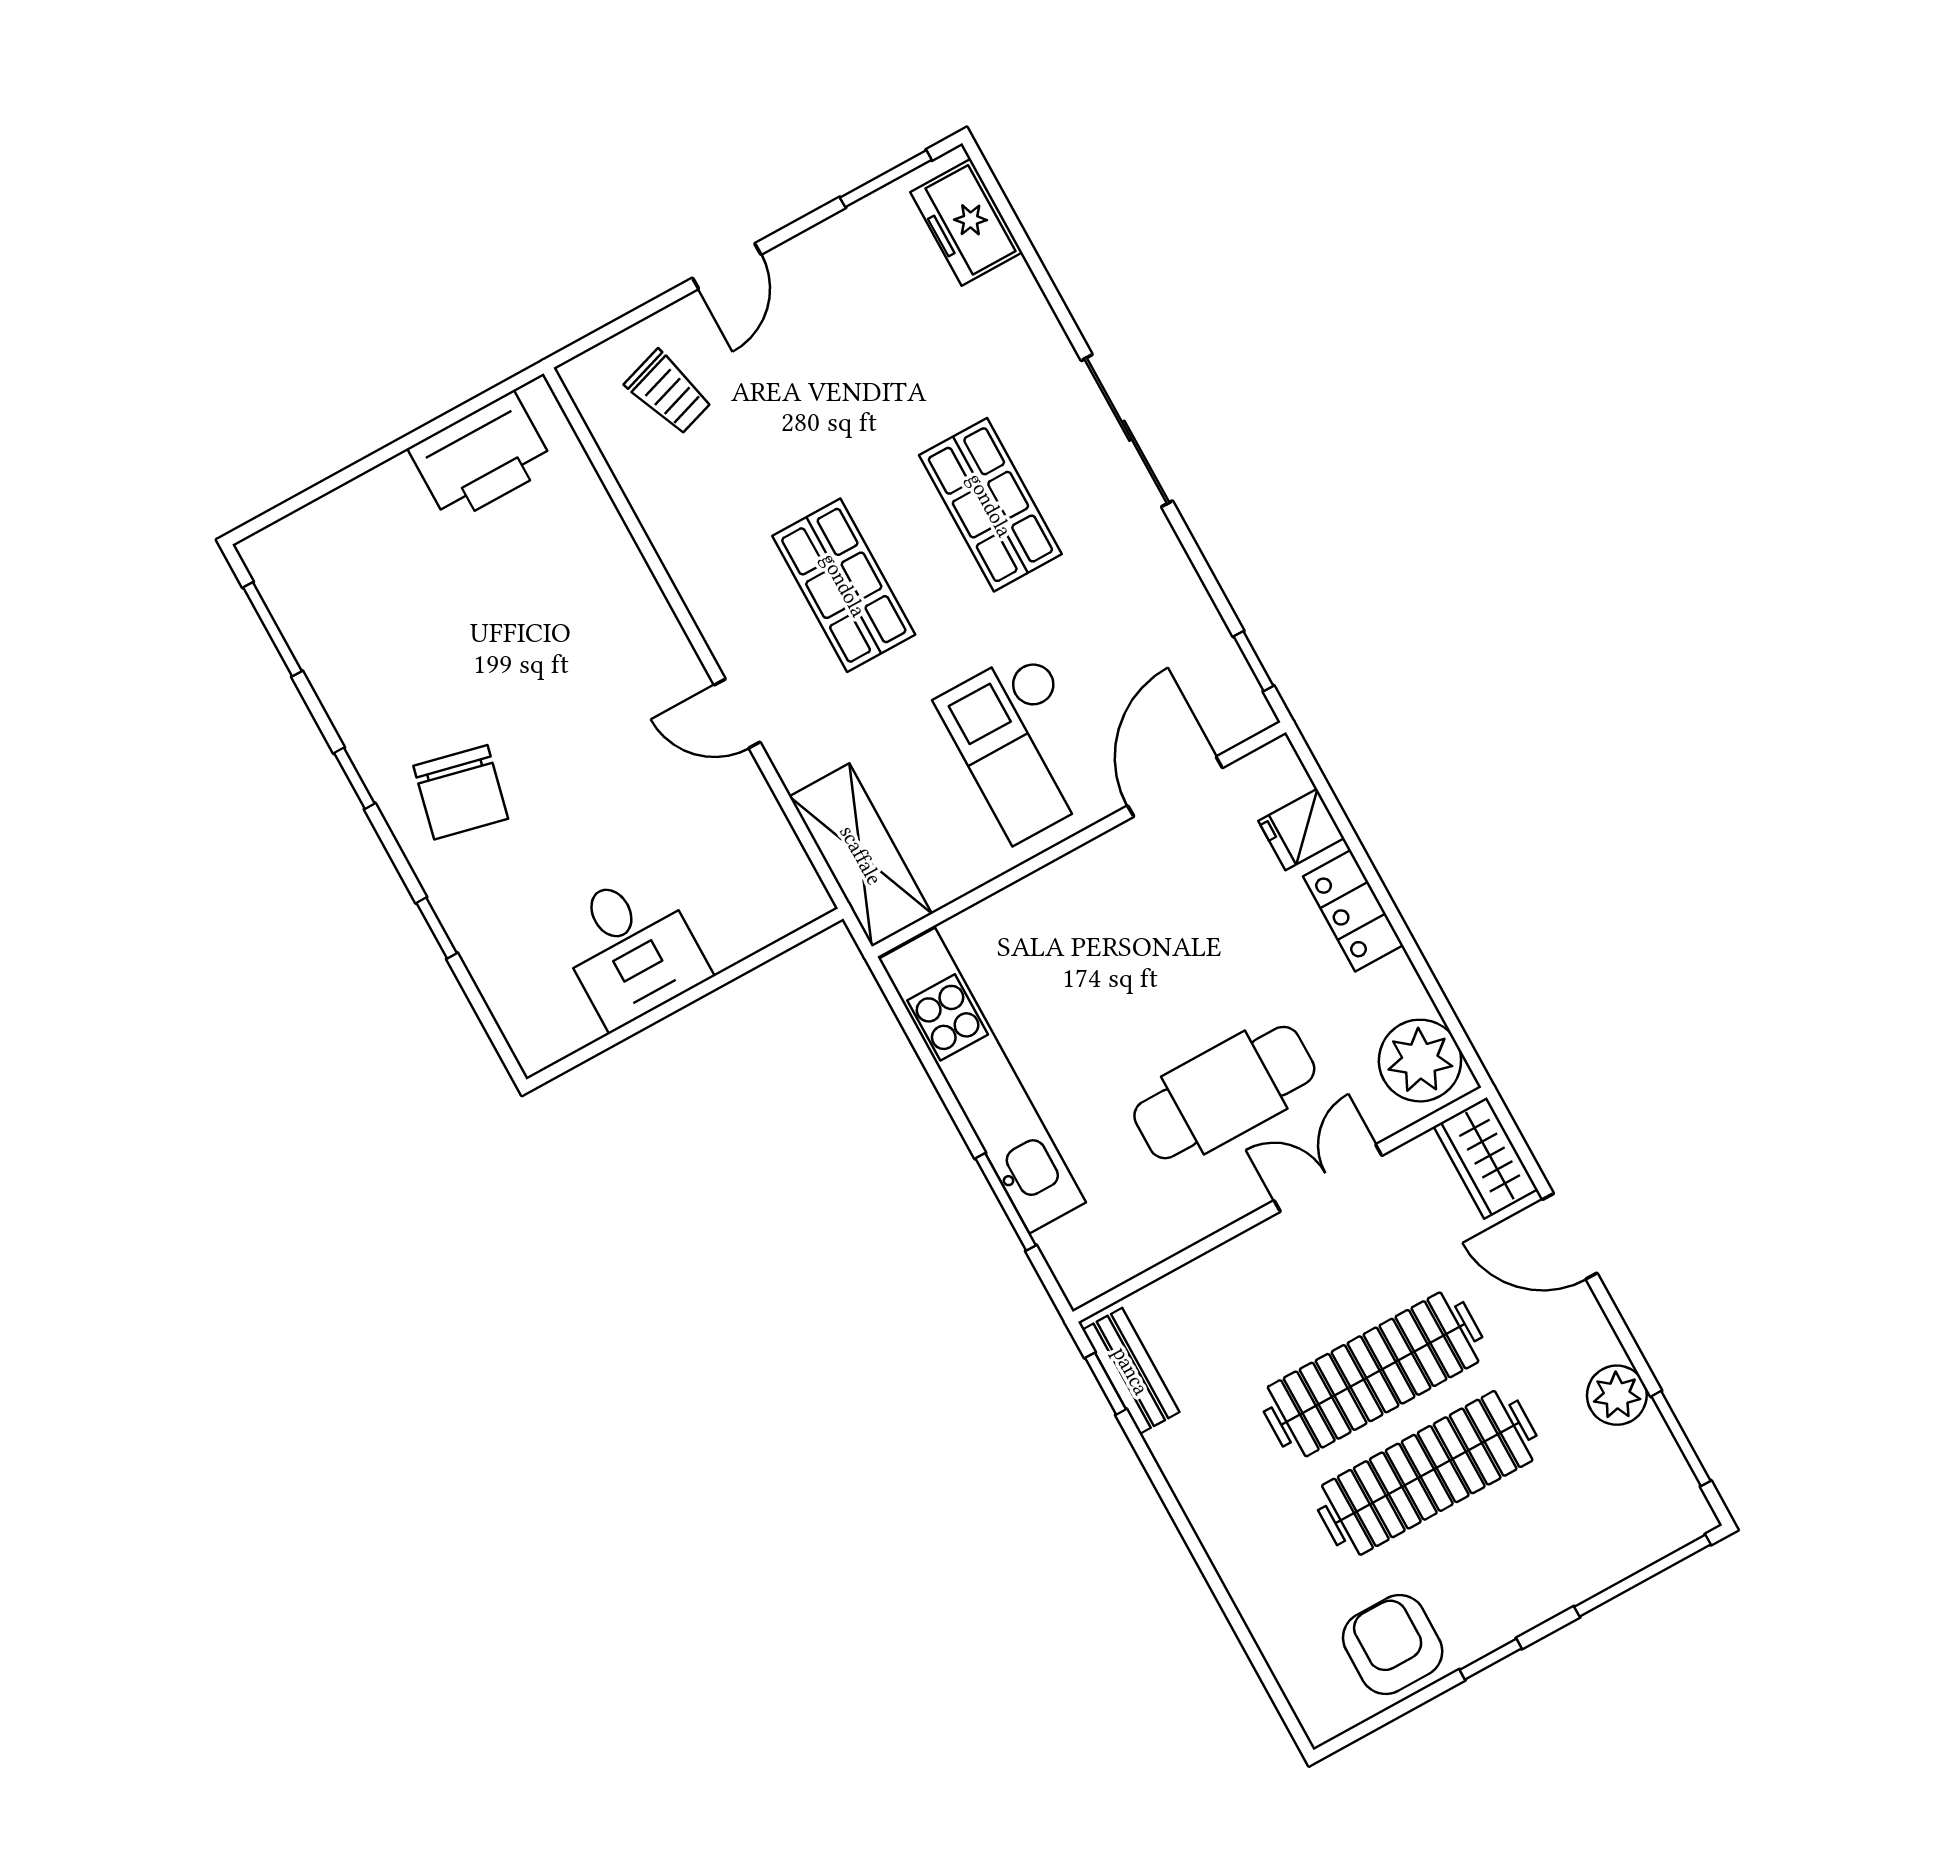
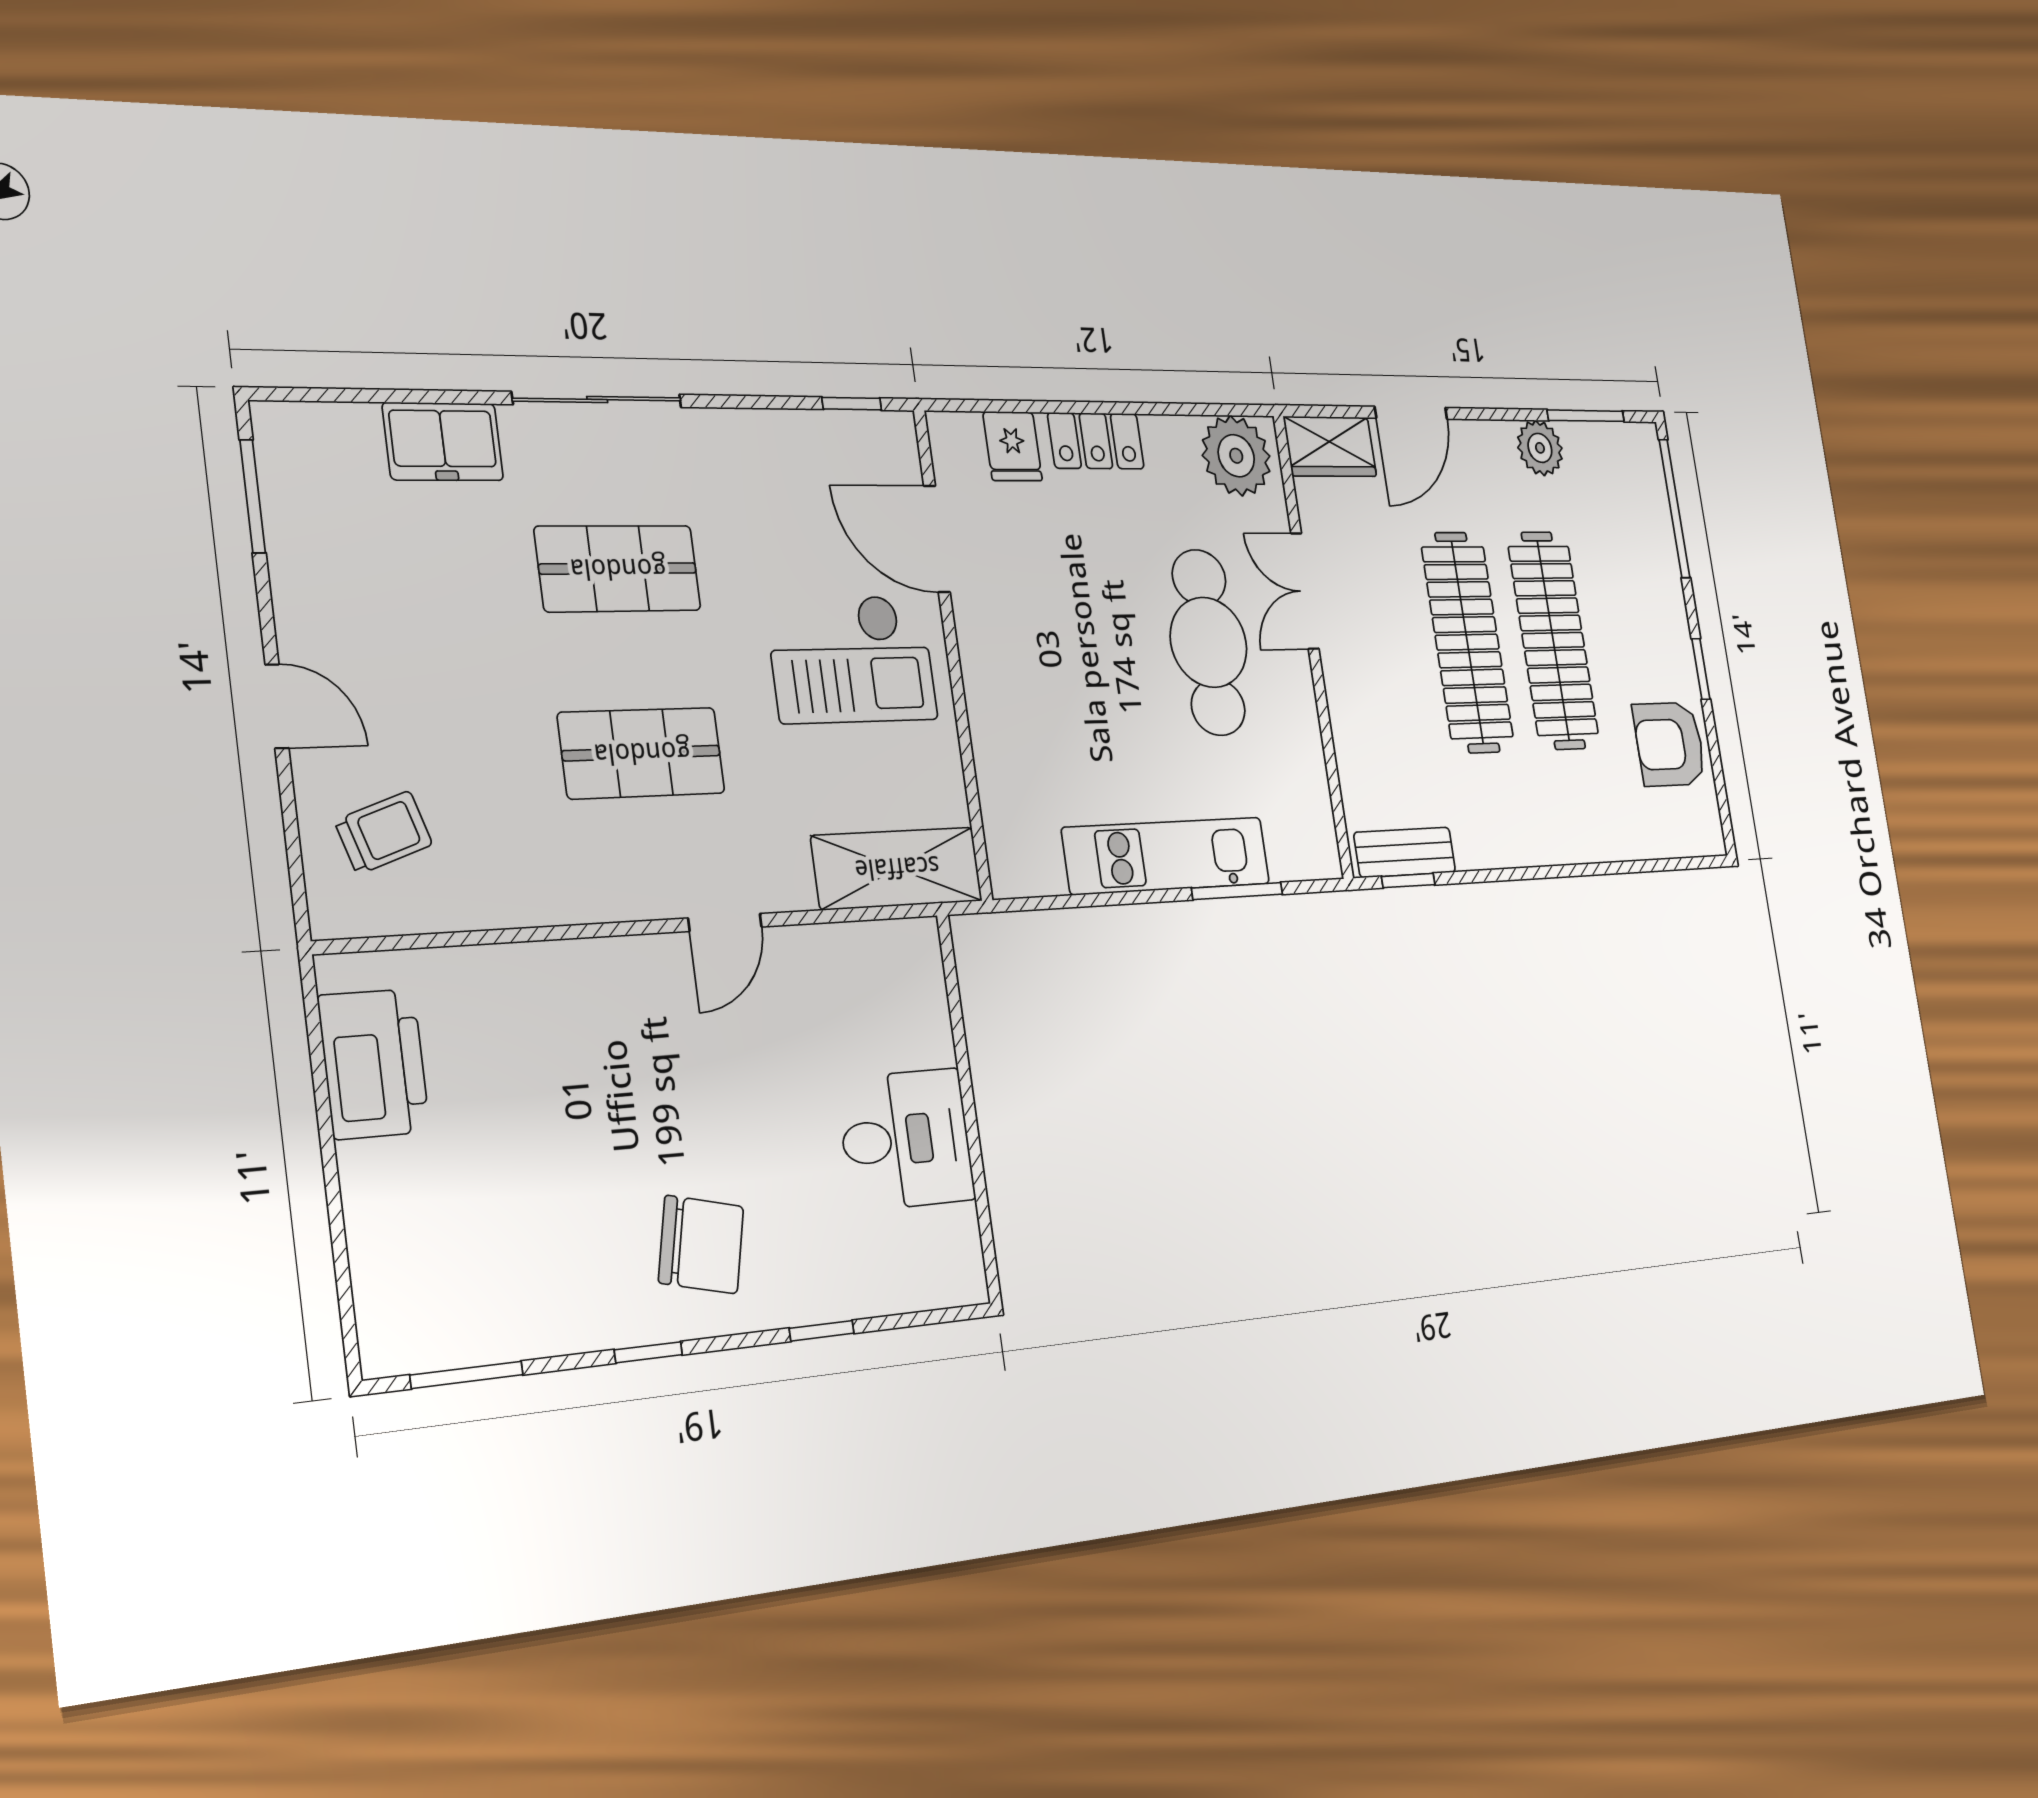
freezer: (966, 222) -> (443, 442), moved
kitchen unit: (982, 1081) -> (1167, 856), width x0.73

